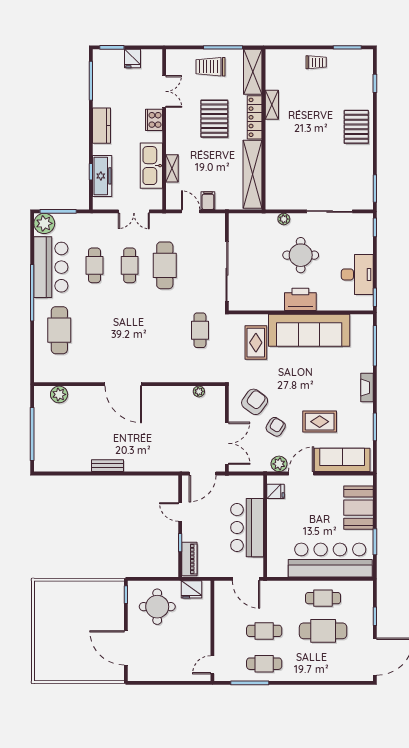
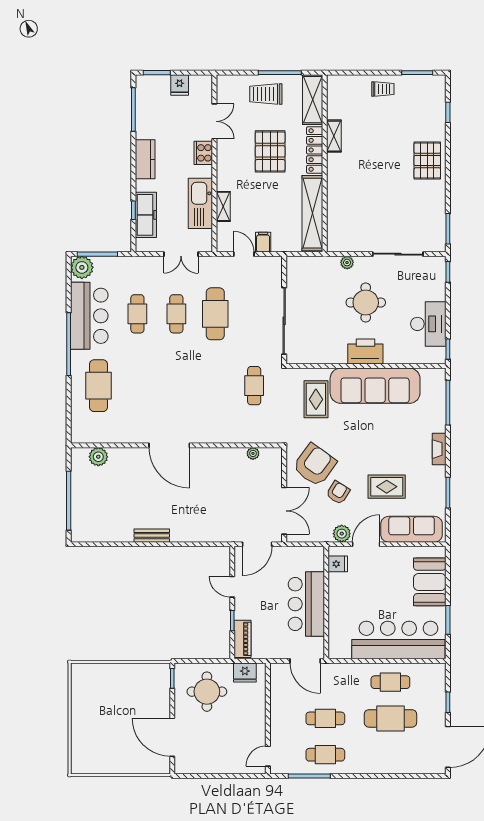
armchair: (255, 402) -> (315, 465), width x1.36, depth x1.36

